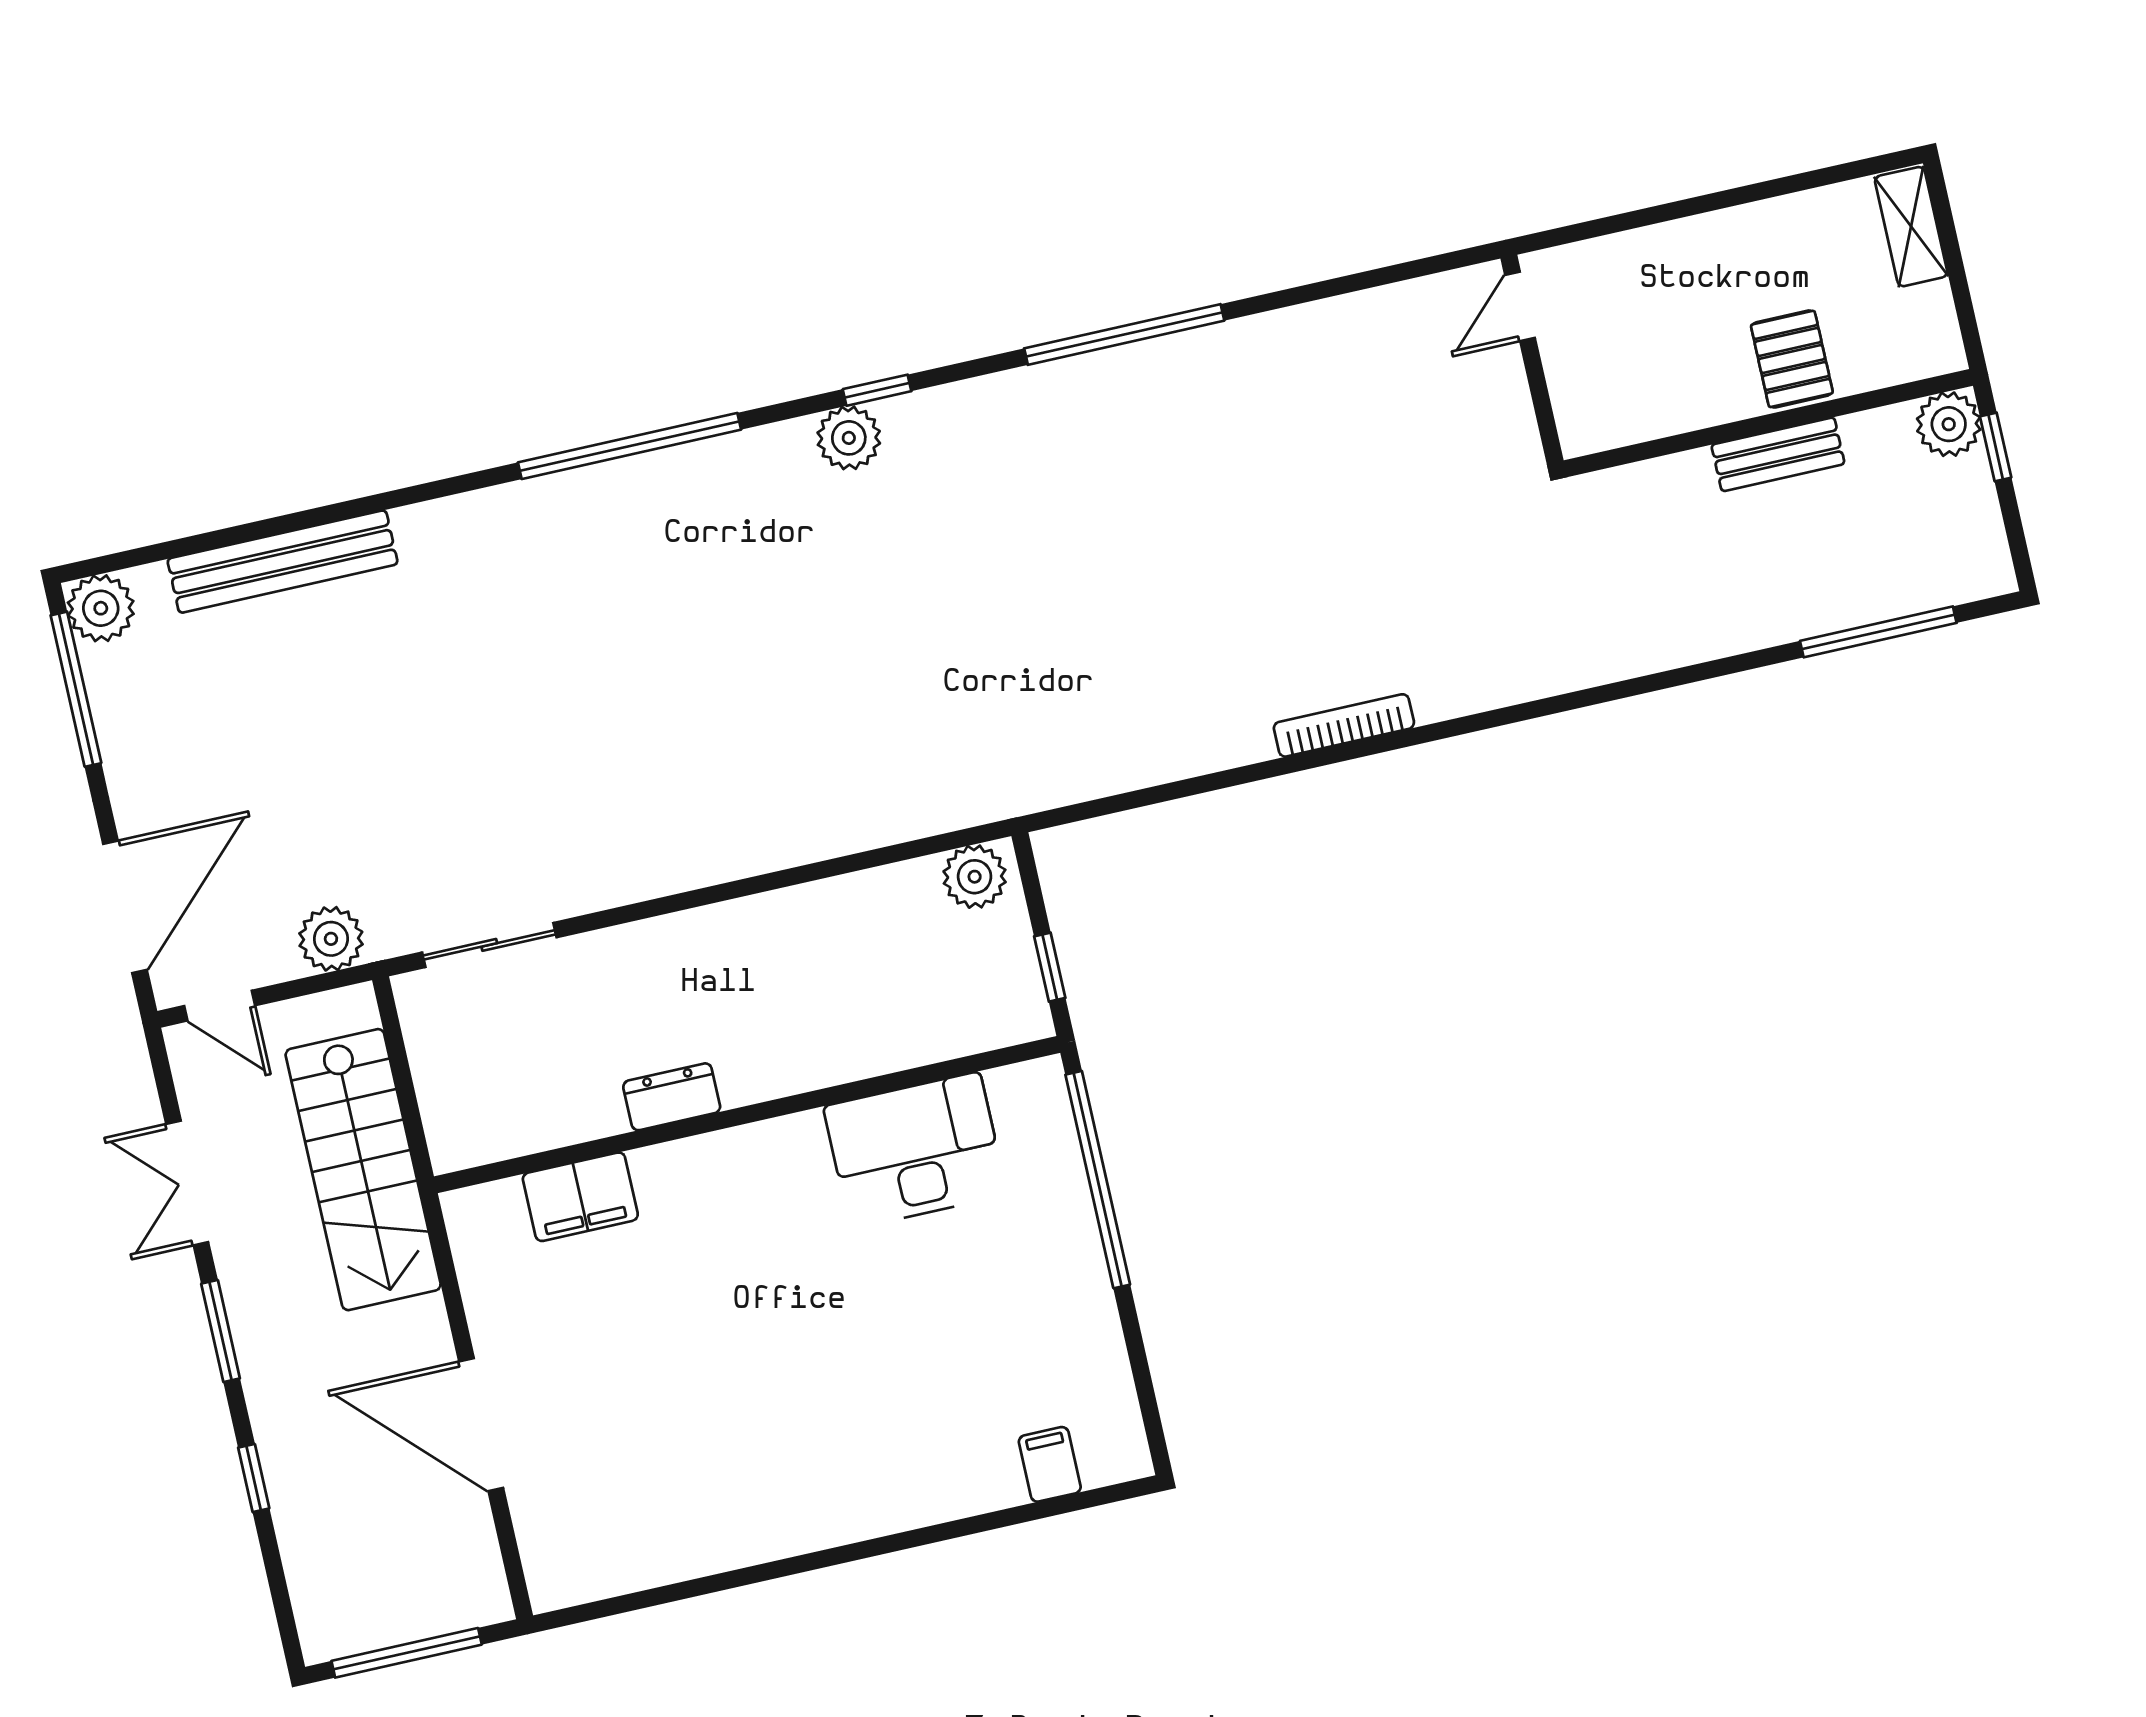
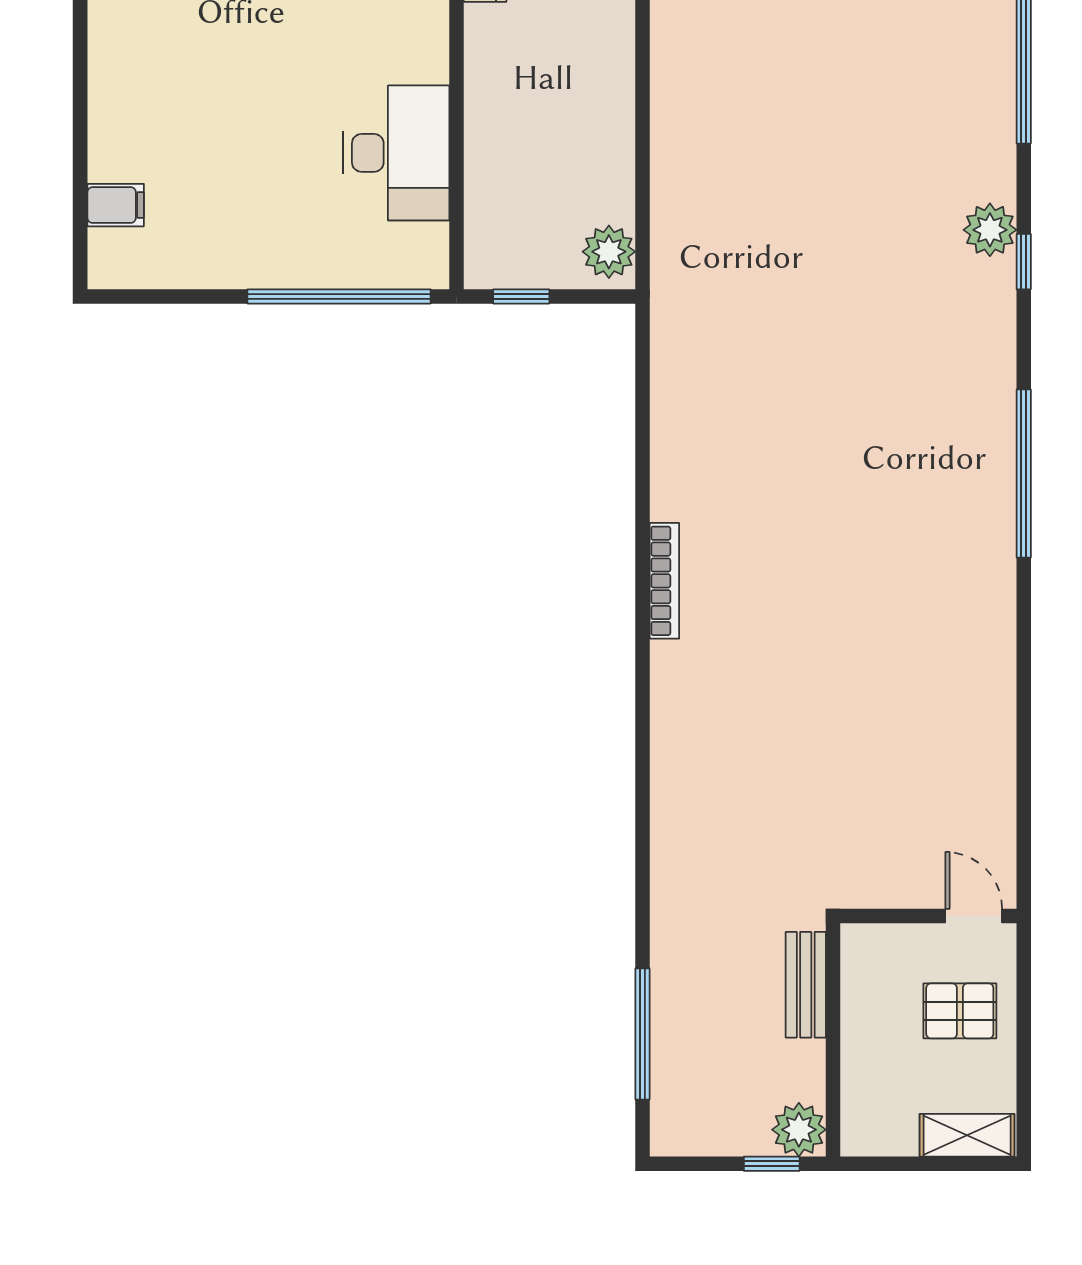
door: (1520, 306) -> (974, 916), moved
wall: (1532, 359) -> (928, 916), moved
pallet: (1792, 359) -> (960, 1011), moved

